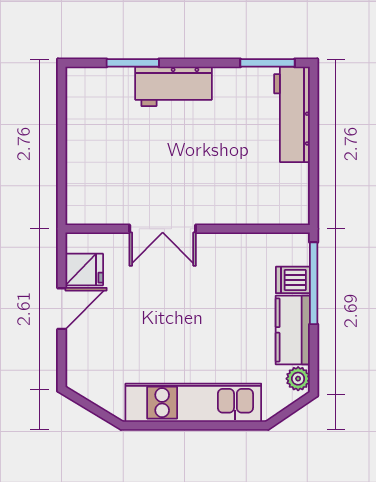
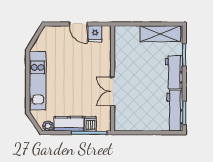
workbench: (292, 114) -> (175, 111), moved, turned -90
shelving: (84, 118) -> (160, 34), added
double door: (163, 229) -> (113, 91), moved

